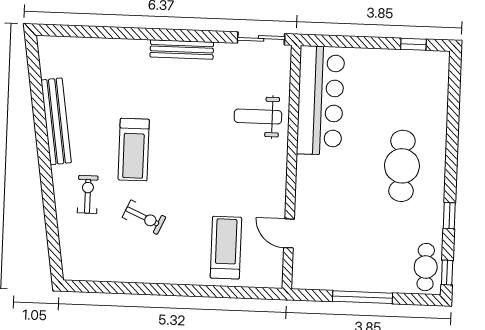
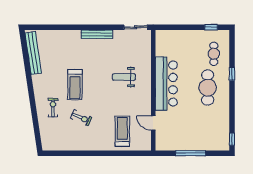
bar counter: (321, 100) -> (166, 84), moved
weight bench: (258, 116) -> (124, 77), moved
bench: (56, 121) -> (33, 53), moved
window: (449, 216) -> (232, 74), moved
cafe table: (426, 267) -> (214, 54), moved

